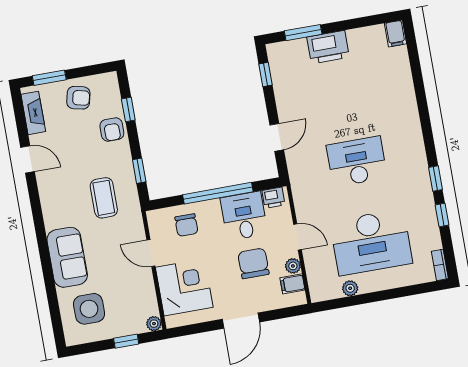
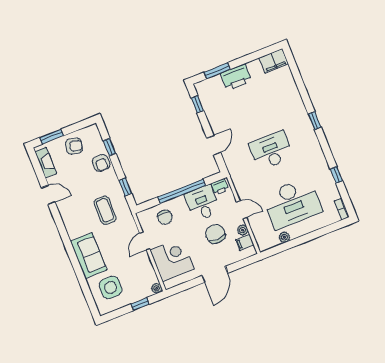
filing cabinet: (395, 33) -> (274, 61), width x2.00
window: (436, 179) -> (315, 121), moved
door: (151, 253) -> (145, 241), hinge flipped

